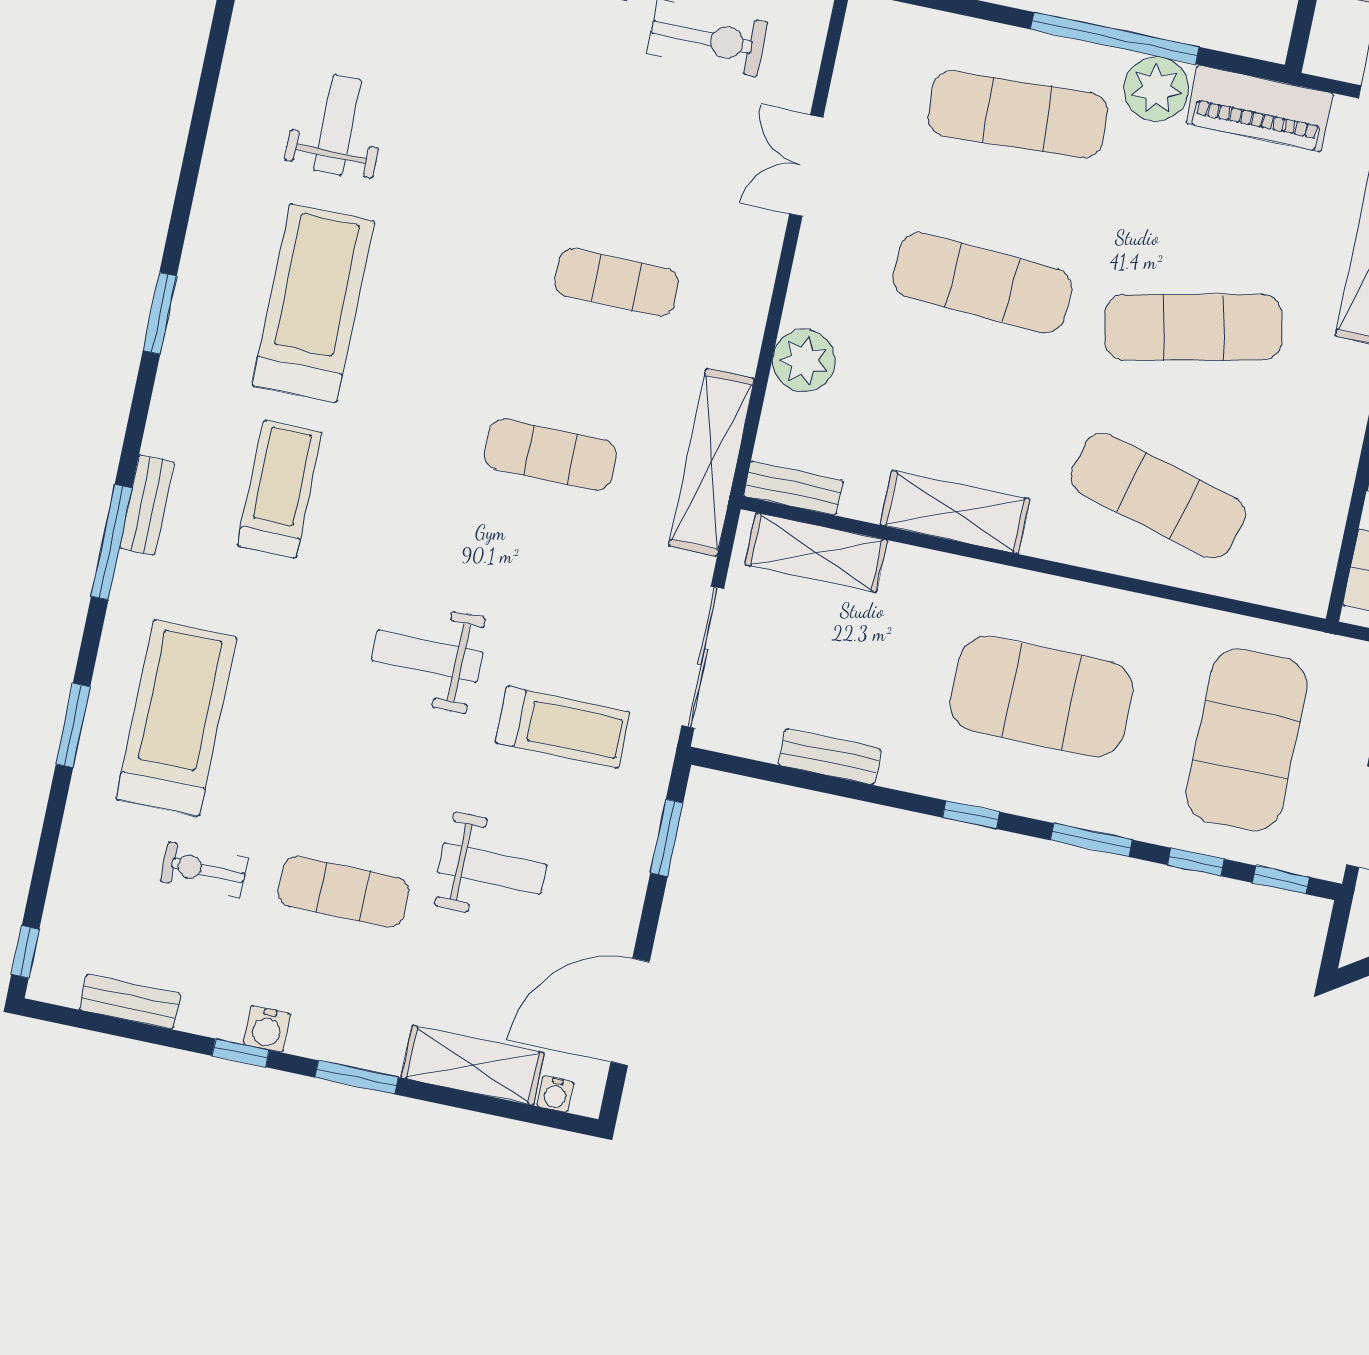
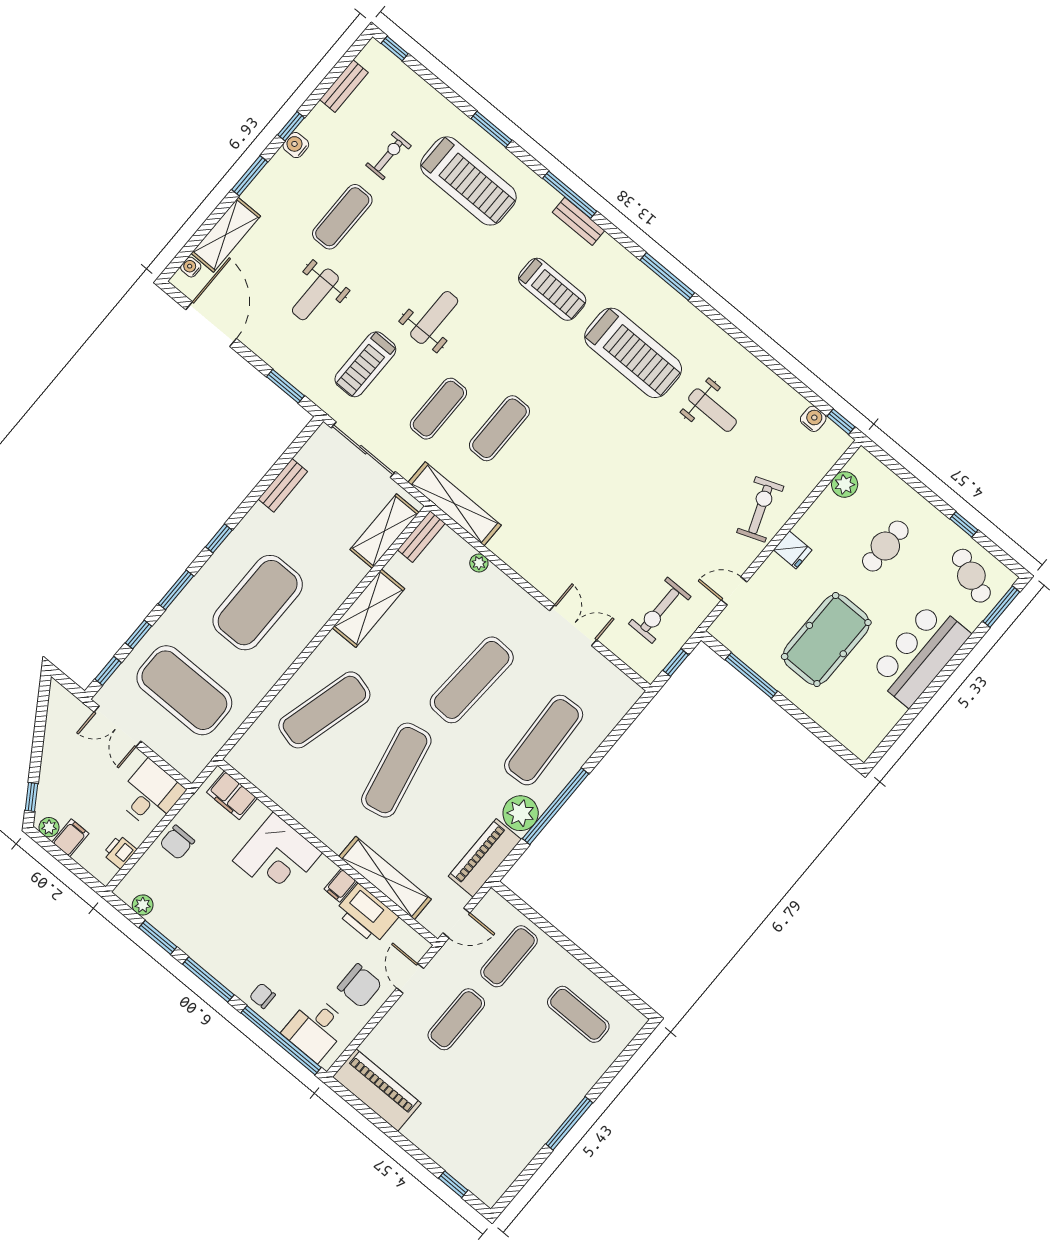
exercise mat: (616, 282) -> (438, 409), moved
window: (160, 313) -> (667, 276), width x1.44
plant: (804, 361) -> (479, 563), width x0.53, depth x0.53

